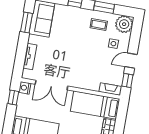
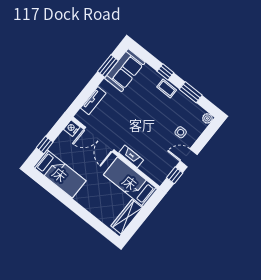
plant: (124, 24) -> (207, 118), width x0.53, depth x0.53
coffee table: (99, 25) -> (167, 88), moved
fireplace: (110, 89) -> (131, 156), moved
window: (13, 98) -> (45, 145), moved

